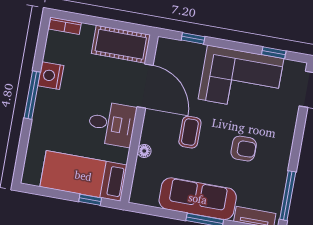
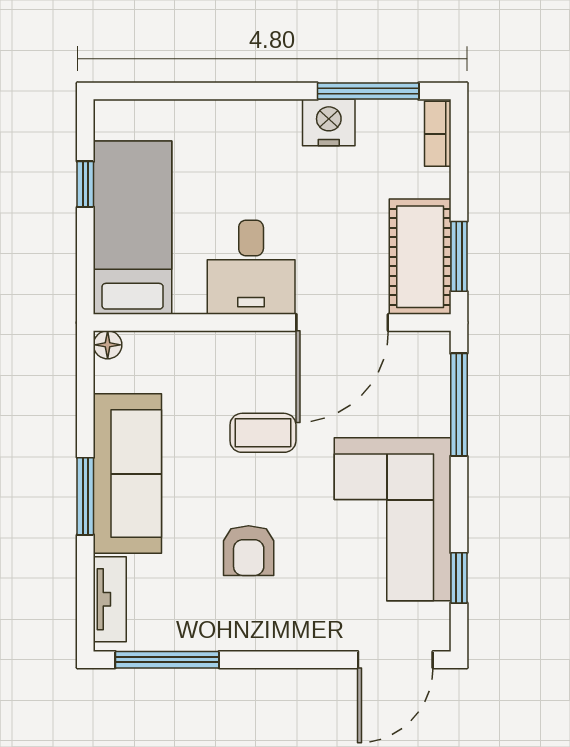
window: (124, 26) -> (459, 256), added
window: (193, 38) -> (459, 405), width x2.17
window: (32, 95) -> (368, 91), moved
floor lamp: (144, 151) -> (108, 345), moved
window: (90, 200) -> (85, 184), moved

